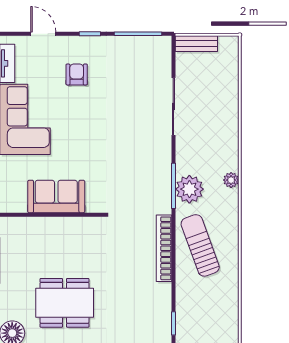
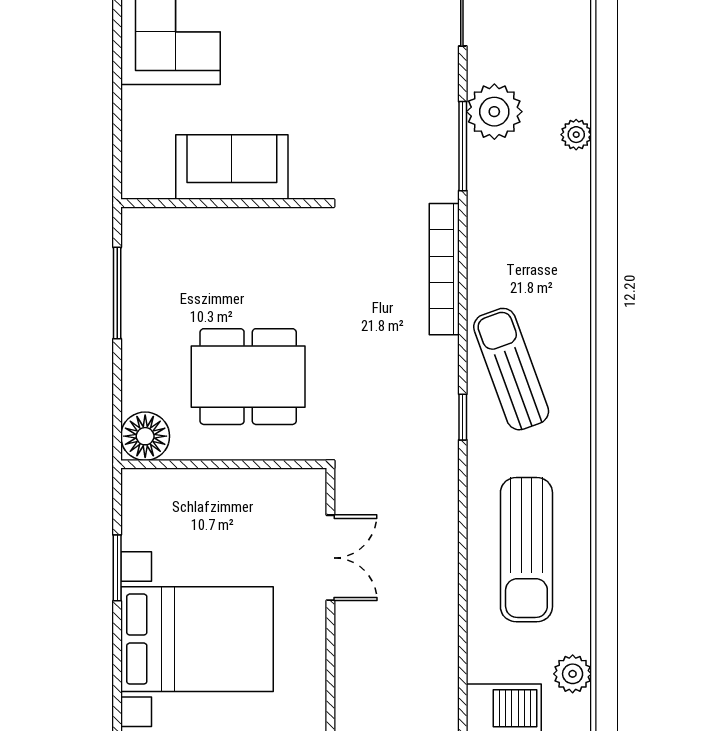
plant: (189, 189) -> (494, 112), moved
sun lounger: (200, 245) -> (511, 369), moved

